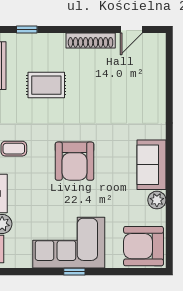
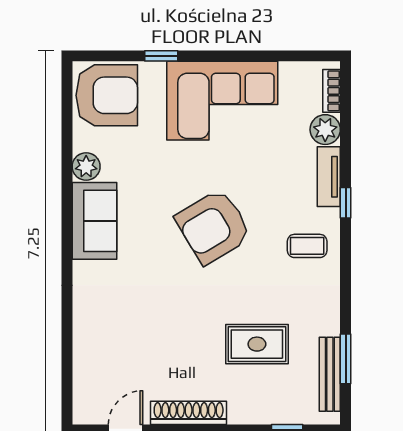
armchair: (74, 161) -> (213, 227), turned -121
window: (74, 272) -> (161, 56), moved

